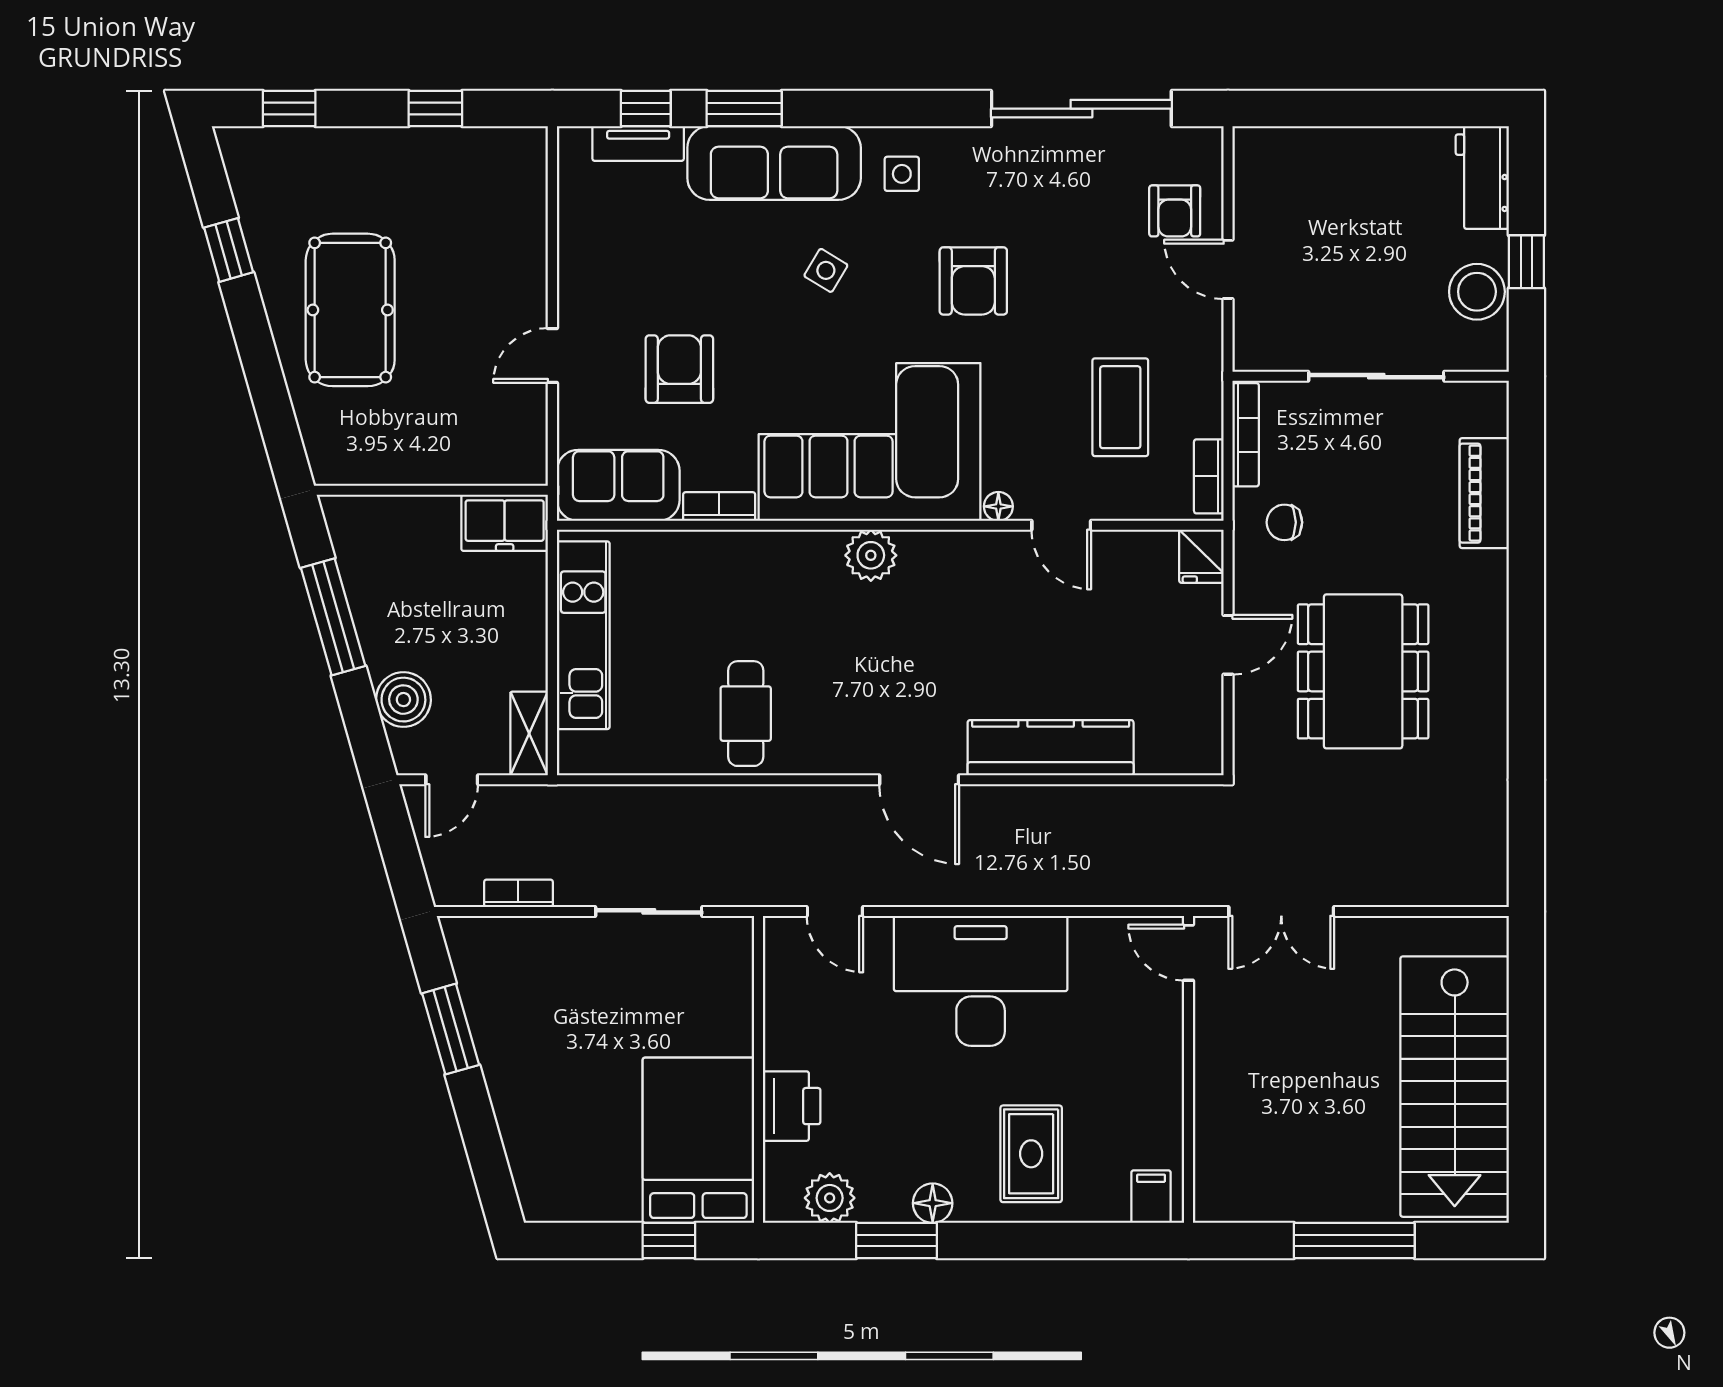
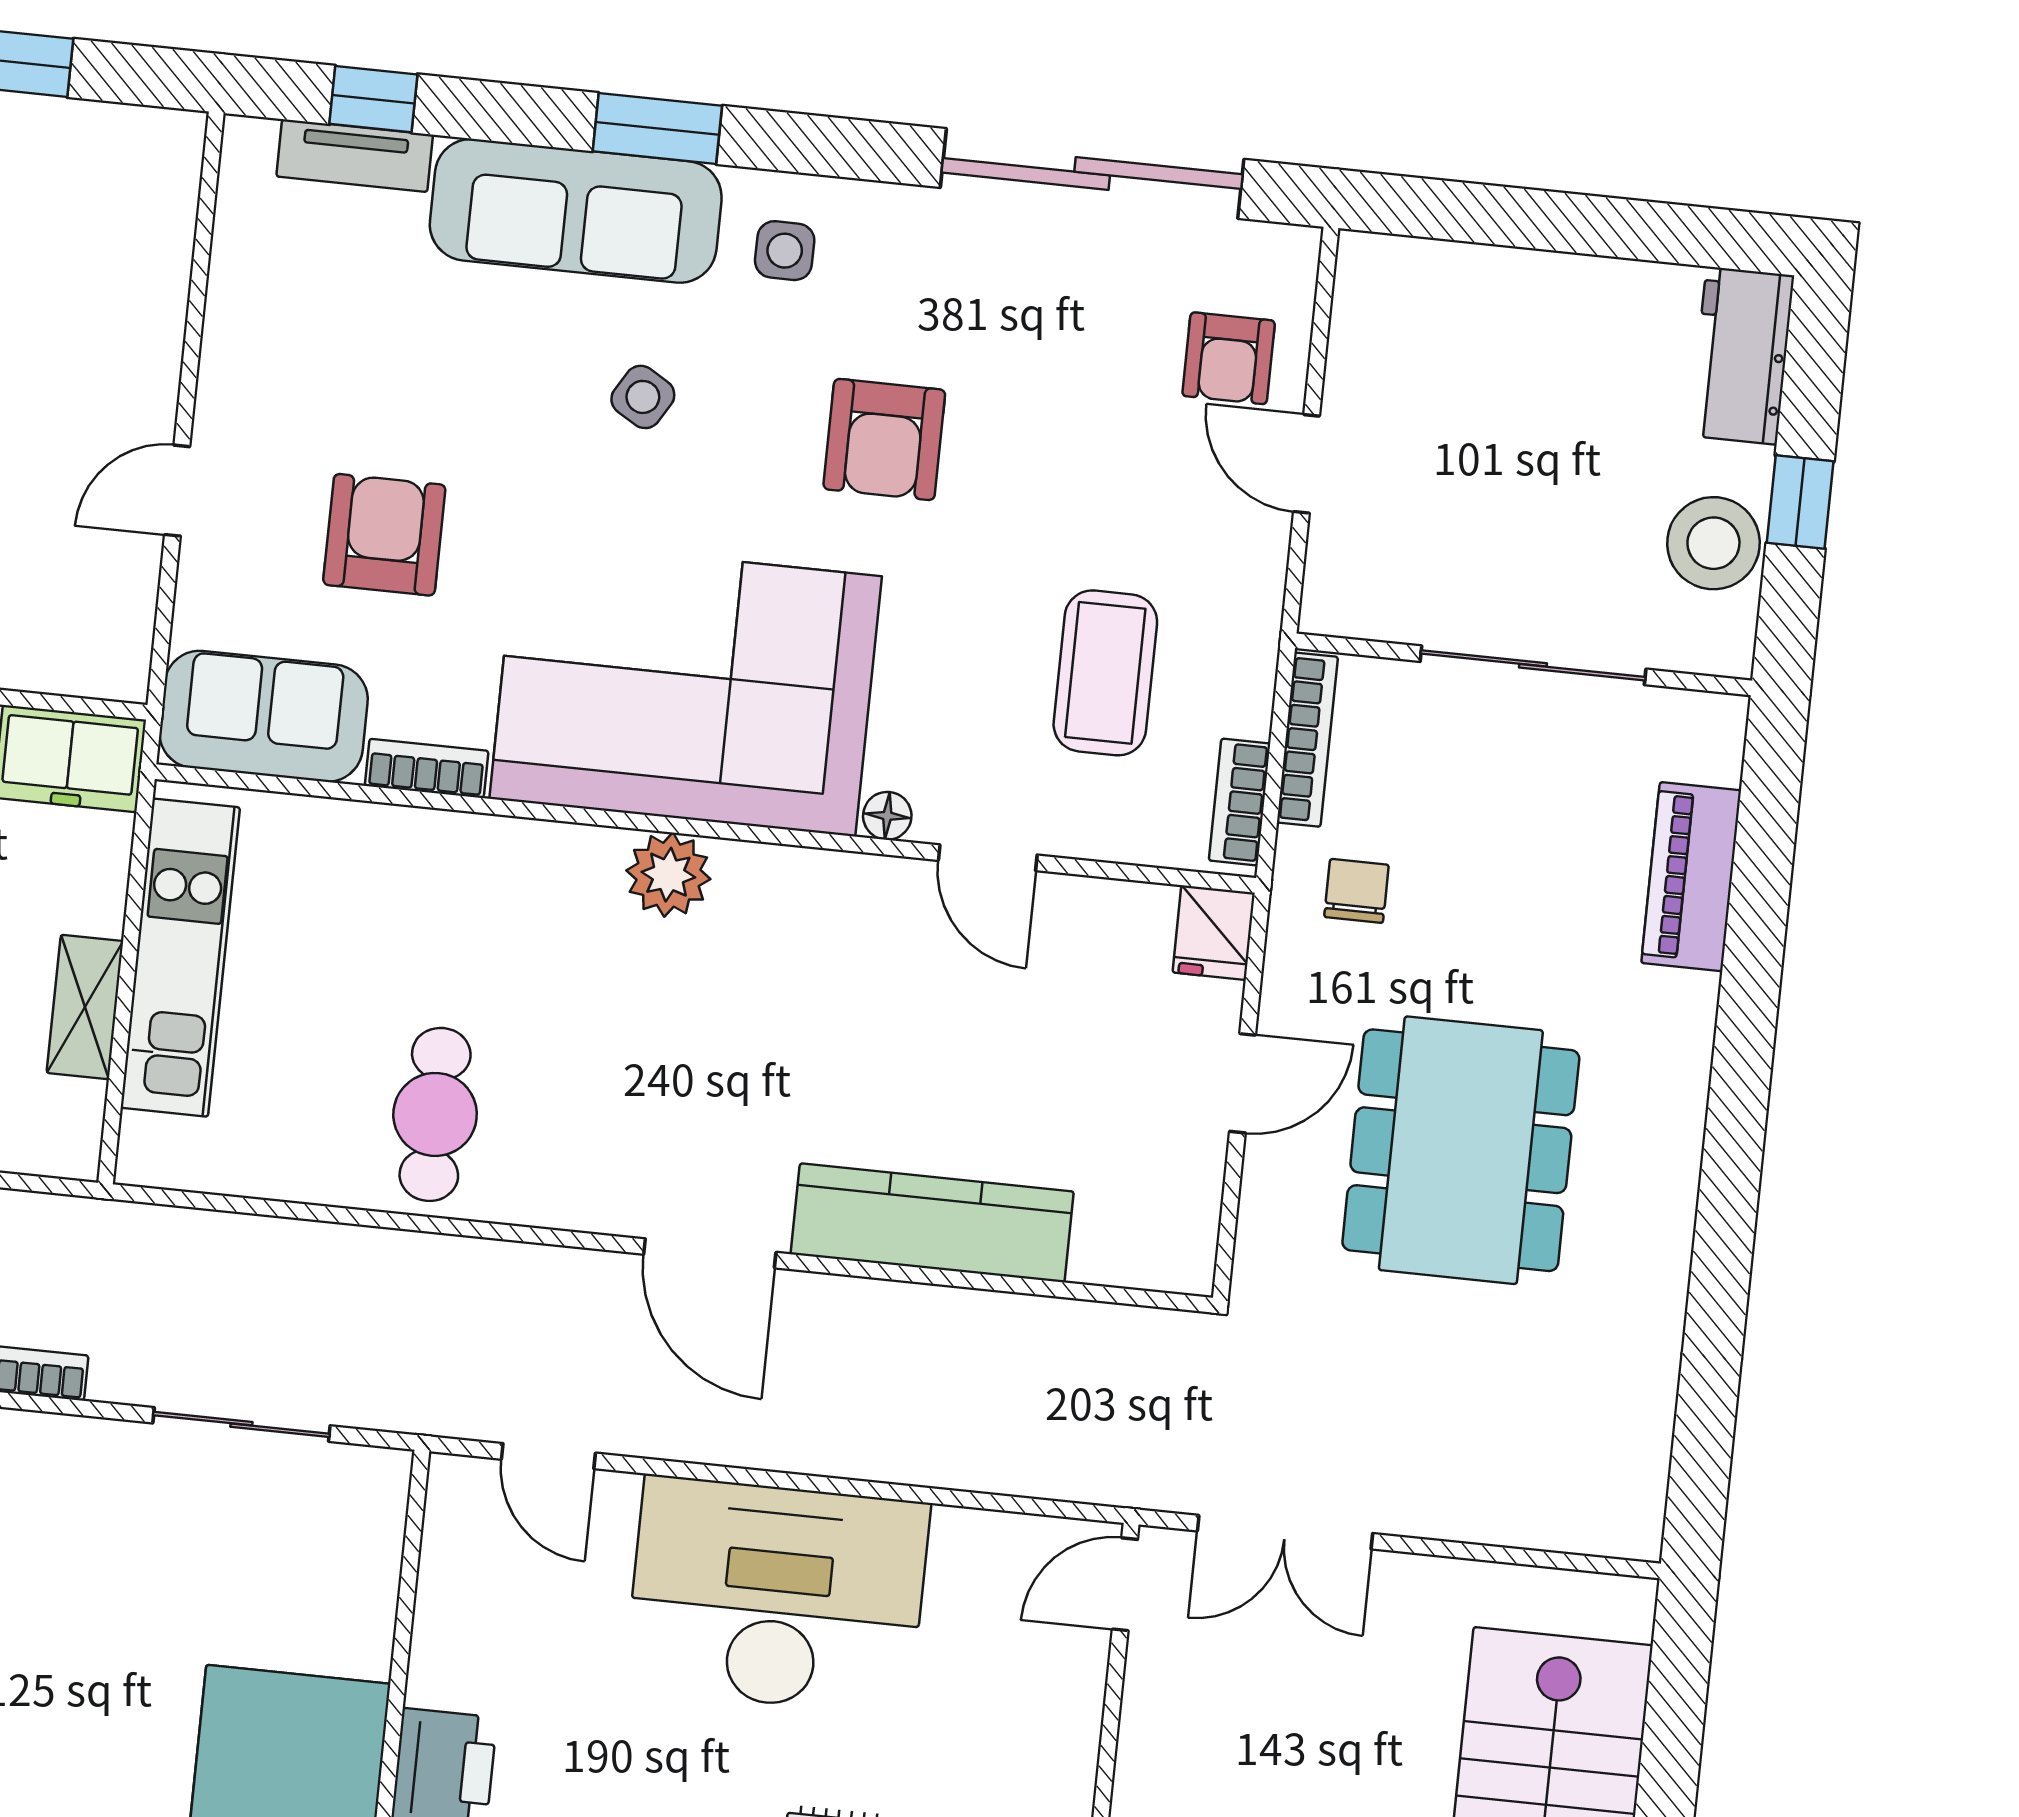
window: (744, 109) -> (657, 129), moved
chair: (1284, 522) -> (1356, 891), turned 90
shelving: (529, 733) -> (85, 1007), moved
door: (1189, 953) -> (1125, 1584), hinge flipped

